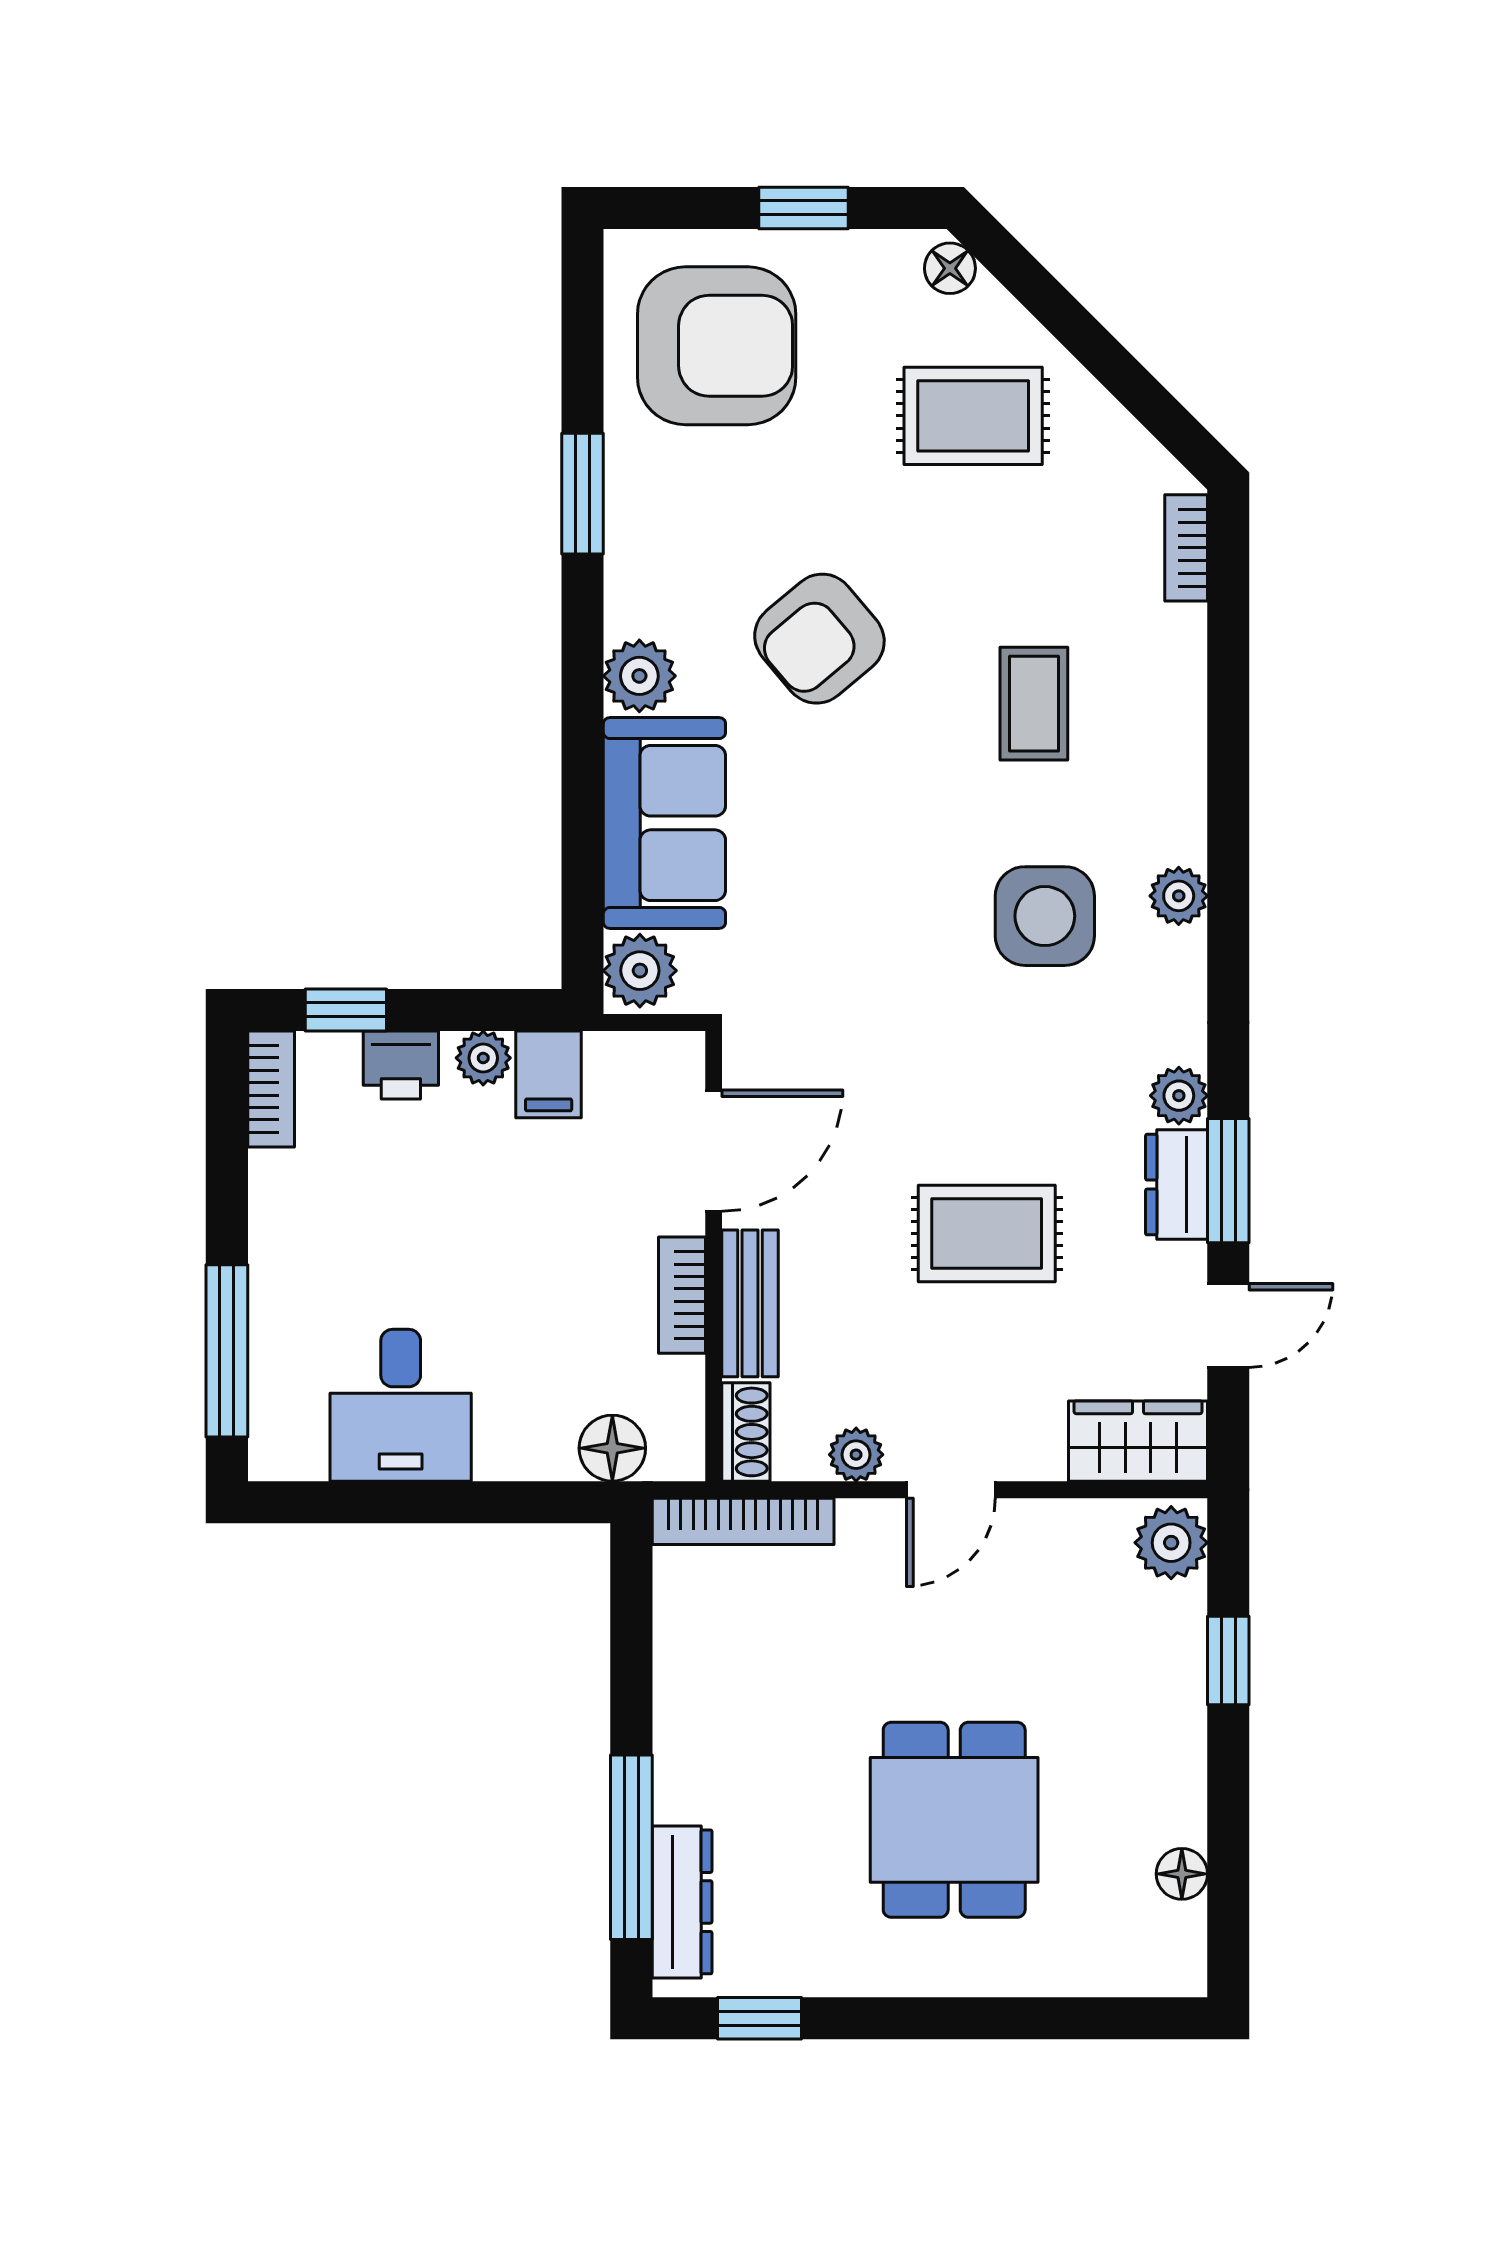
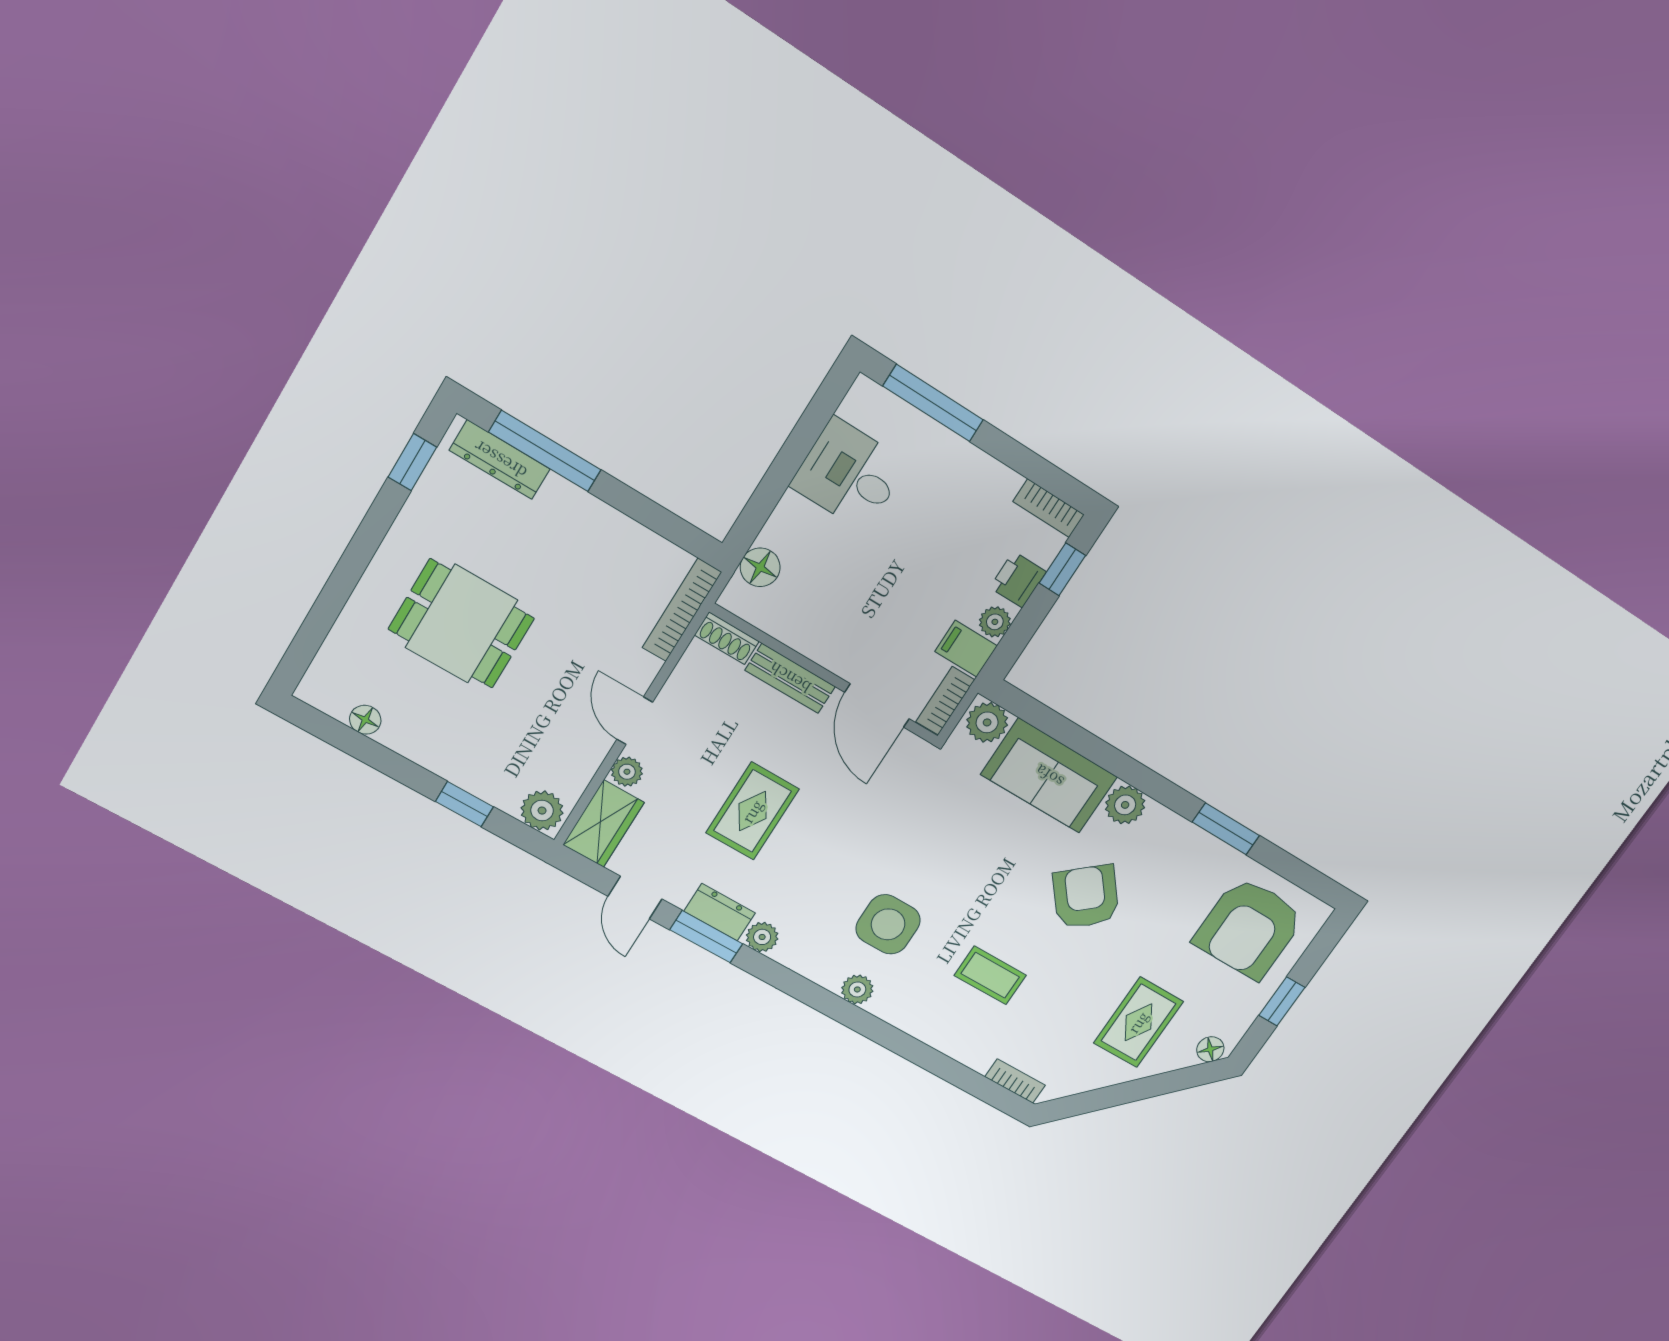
bookcase: (682, 1295) -> (945, 701), moved, turned -90
plant: (856, 1455) -> (627, 772), moved

